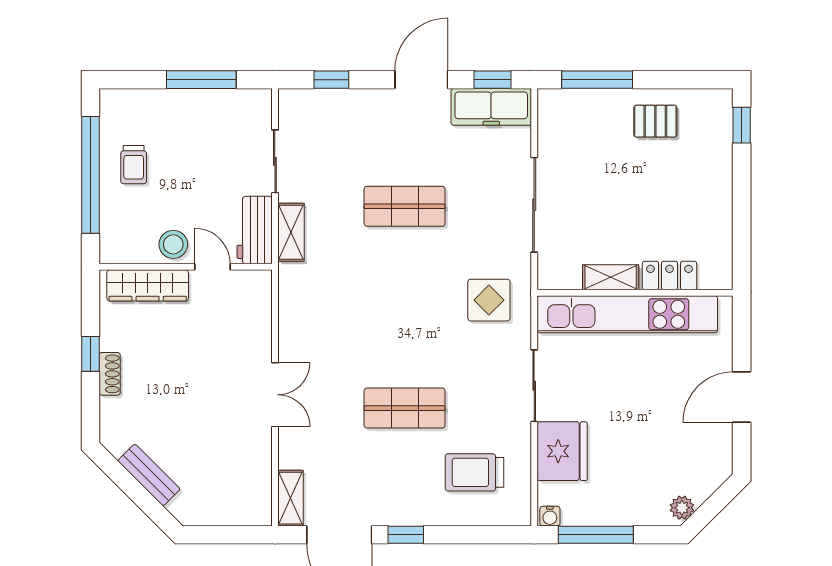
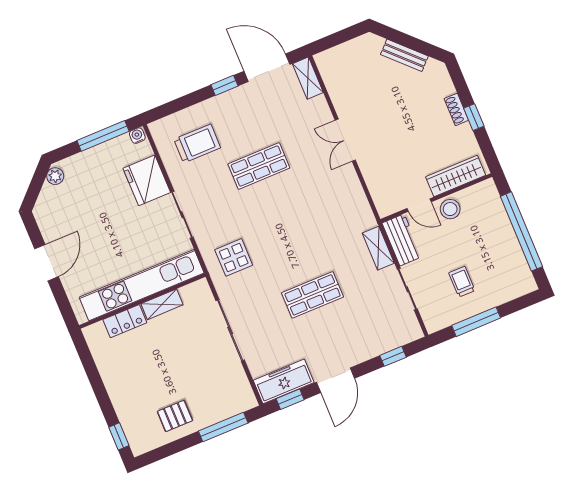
trolley: (134, 165) -> (462, 282), moved

